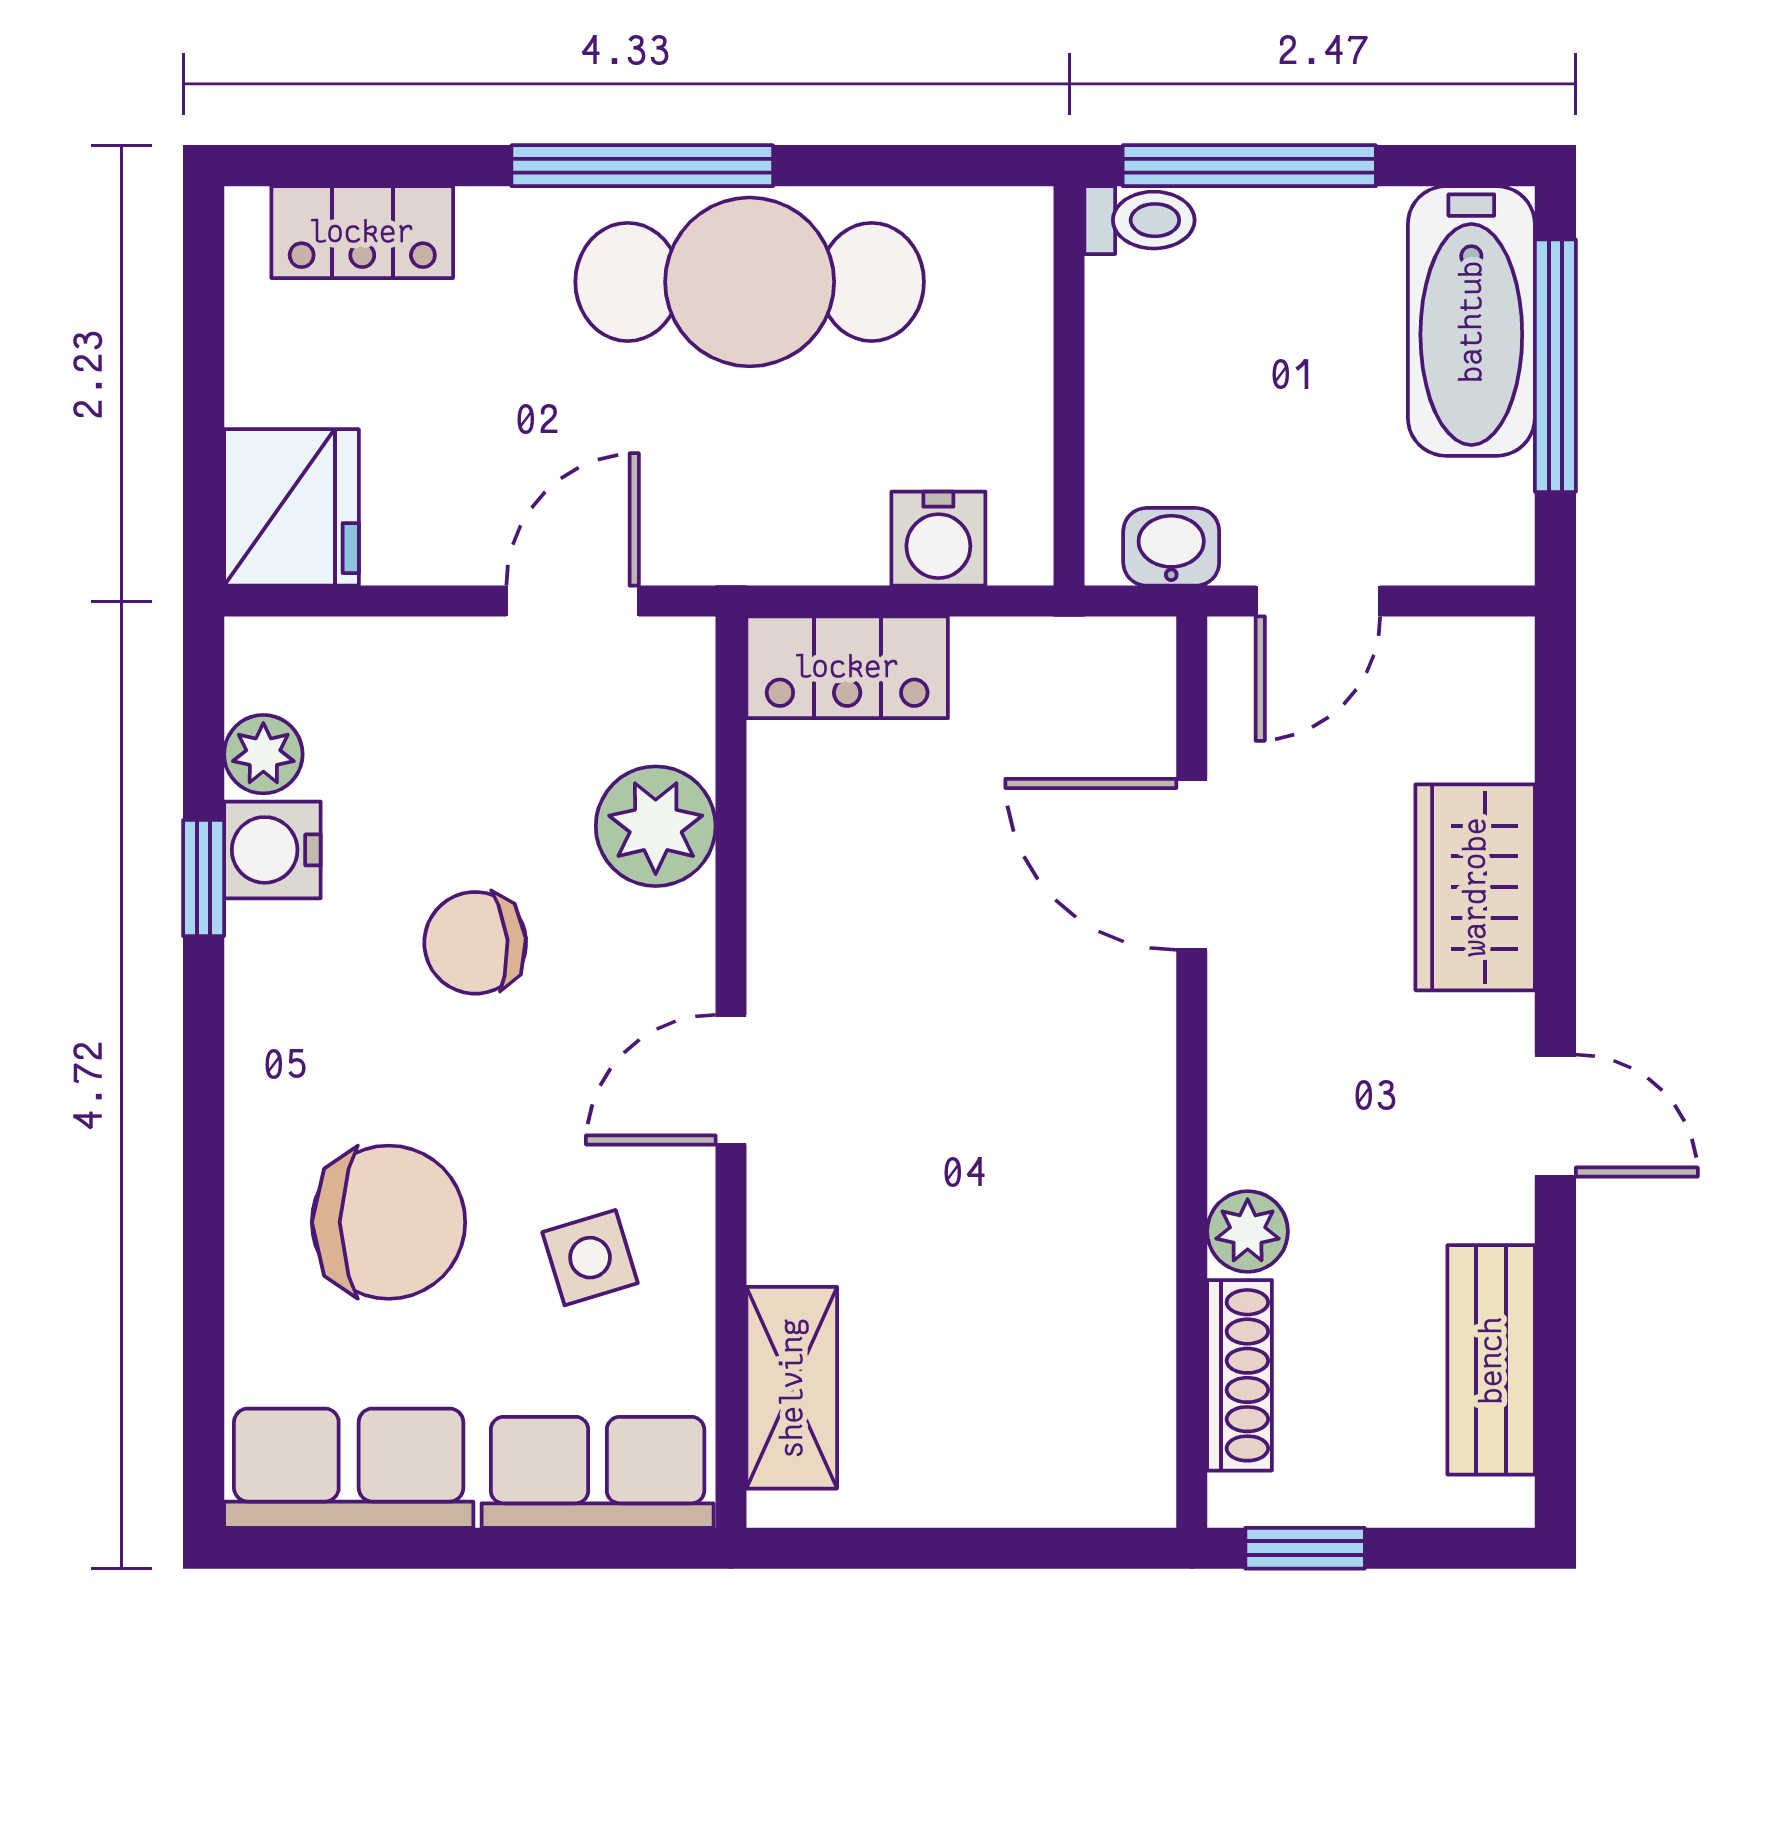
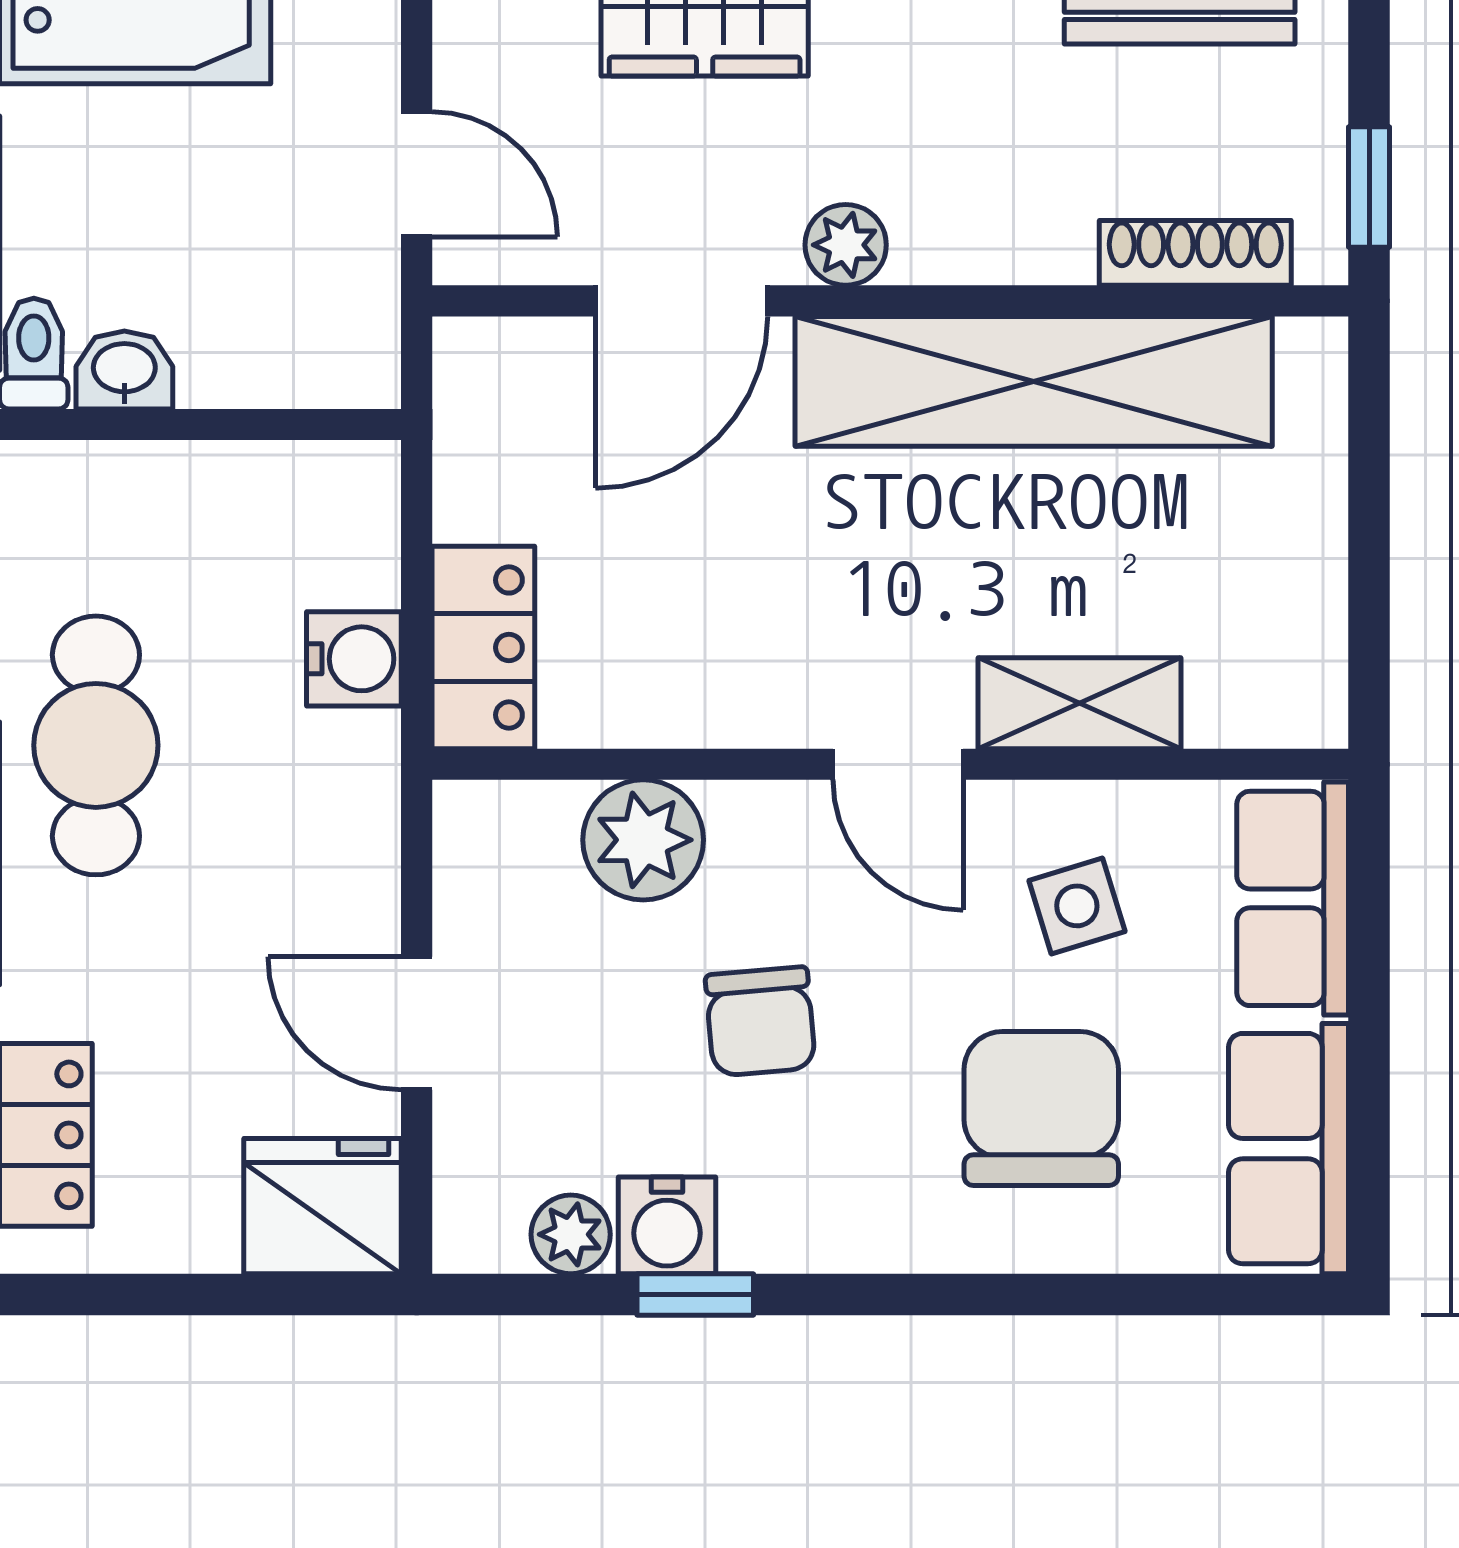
cafe table: (750, 282) -> (96, 745), width x0.73, depth x0.74
water cooler: (938, 539) -> (354, 659), moved
washbasin: (1171, 547) -> (124, 370), moved, turned 90
door: (573, 601) -> (417, 1023), moved
shelving: (1112, 1215) -> (1034, 381), added
plant: (1248, 1231) -> (846, 245), moved
shelving: (792, 1388) -> (1080, 703), moved

